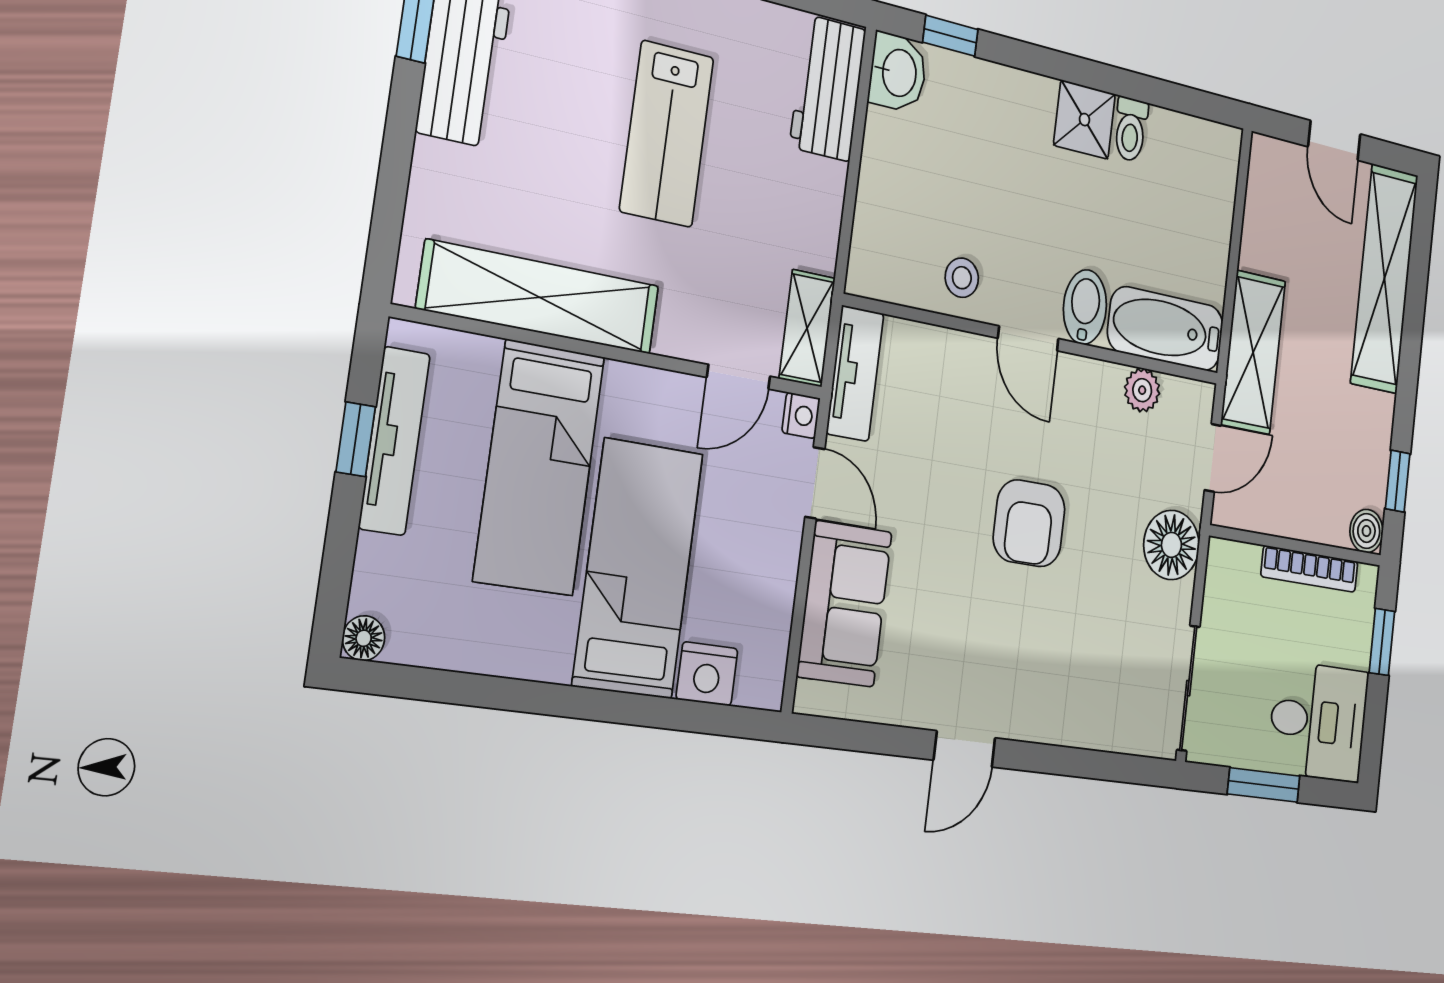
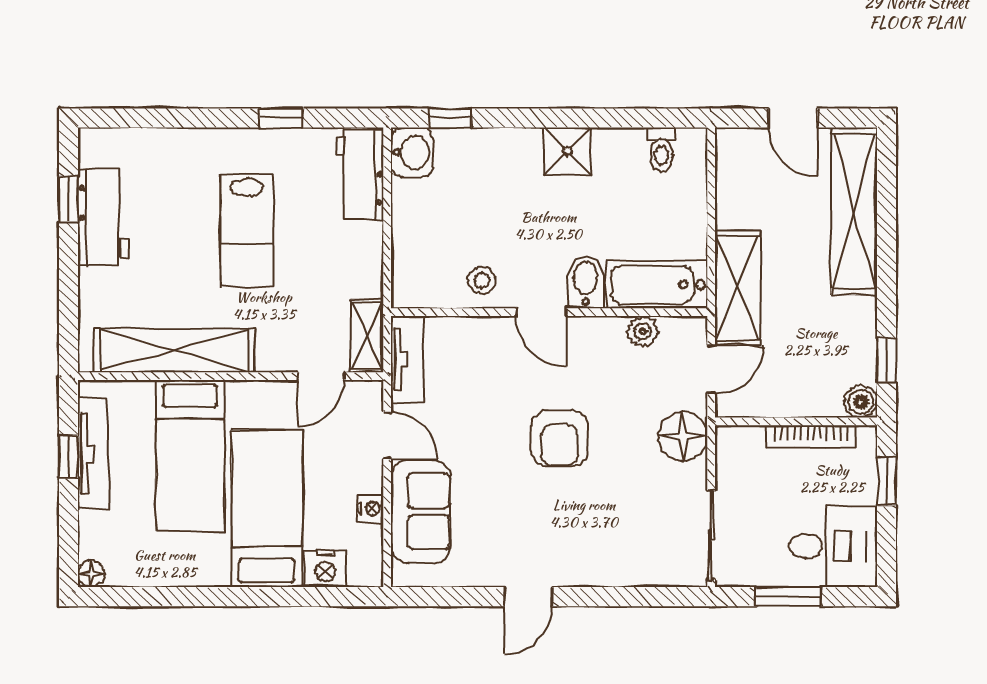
toilet: (1131, 129) -> (661, 149), moved
nightstand: (801, 415) -> (370, 509), moved

